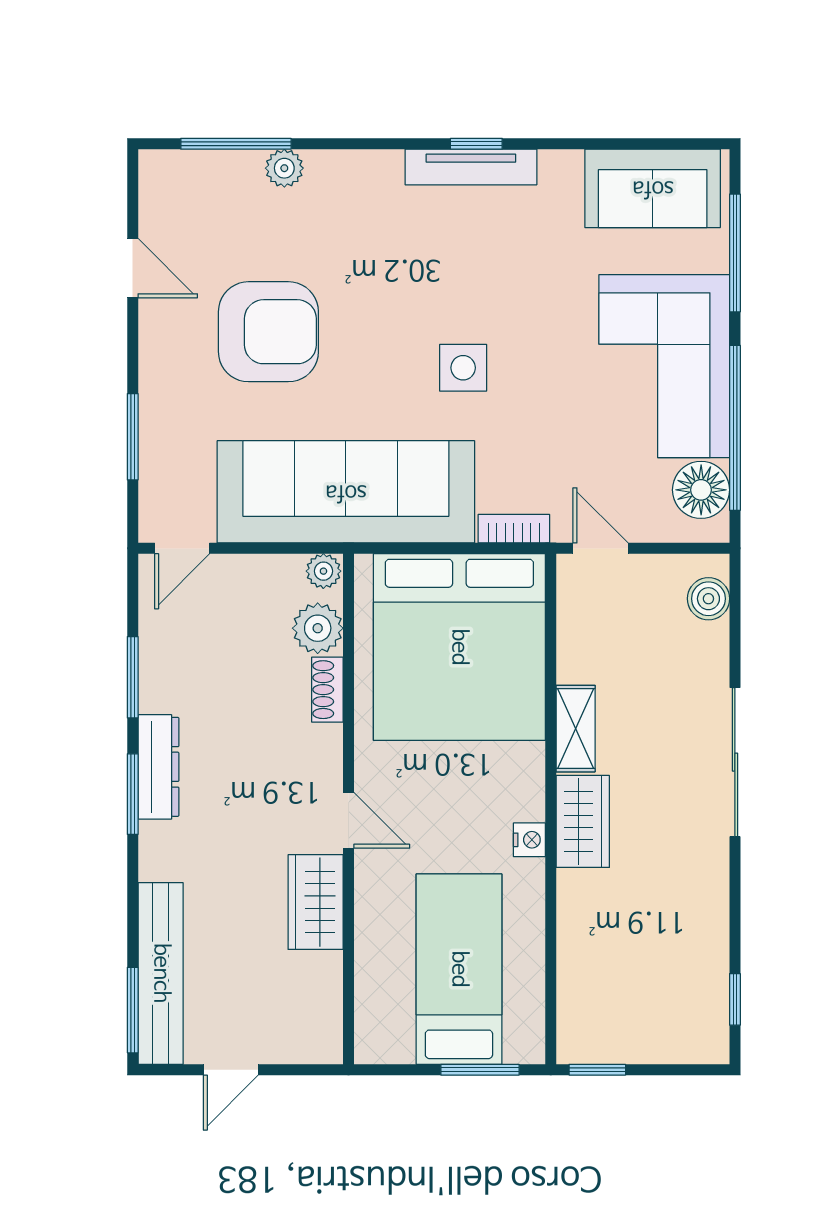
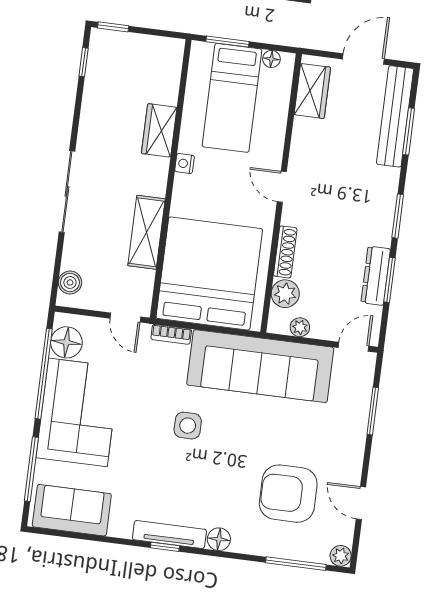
plant: (284, 168) -> (341, 556), moved
floor lamp: (381, 170) -> (219, 539), added
armchair: (268, 332) -> (288, 494), moved
plant: (323, 571) -> (300, 327), moved
shoe rack: (327, 690) -> (285, 252), width x1.43
shelving: (576, 729) -> (146, 232), width x1.50, depth x1.33
dresser: (159, 767) -> (376, 276), moved
wardrobe: (583, 821) -> (159, 130), moved
wardrobe: (316, 902) -> (312, 91), moved
window: (133, 1010) -> (409, 131), moved
floor lamp: (397, 1048) -> (271, 59), added
door: (231, 1070) -> (363, 59), width x1.38
window: (597, 1070) -> (113, 27), moved

